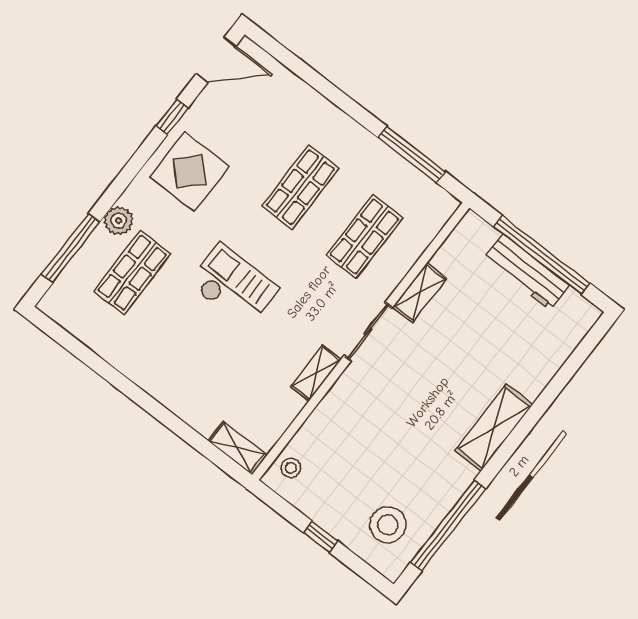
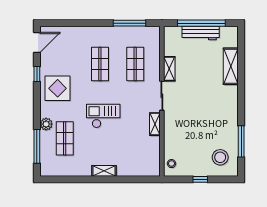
shelving: (494, 427) -> (231, 66), moved
shelving: (237, 448) -> (104, 171), moved
window: (448, 526) -> (241, 141), width x0.68

